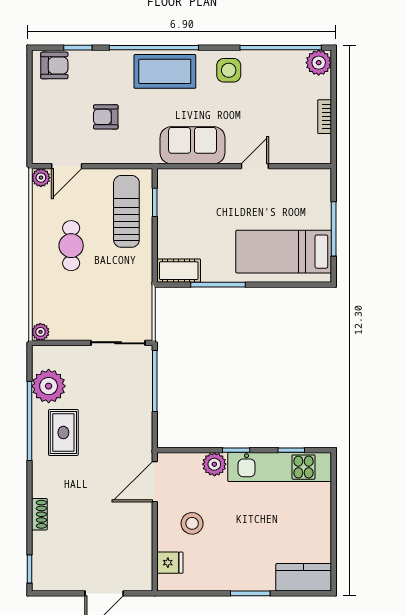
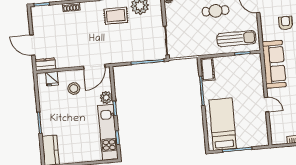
sofa: (192, 145) -> (274, 64), width x1.36
door: (155, 482) -> (94, 67), swing flipped
dresser: (142, 572) -> (45, 64), added

